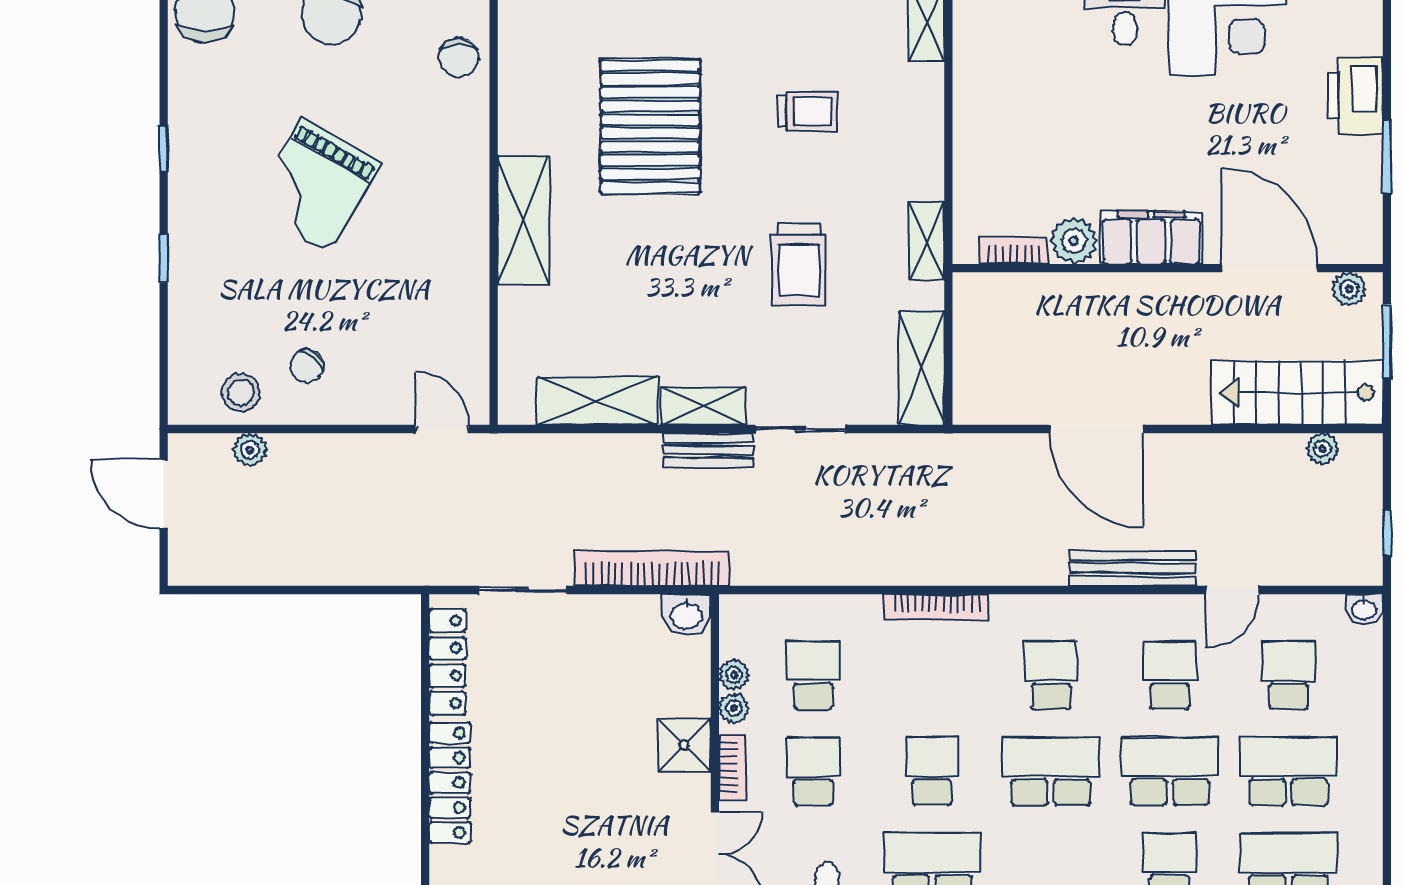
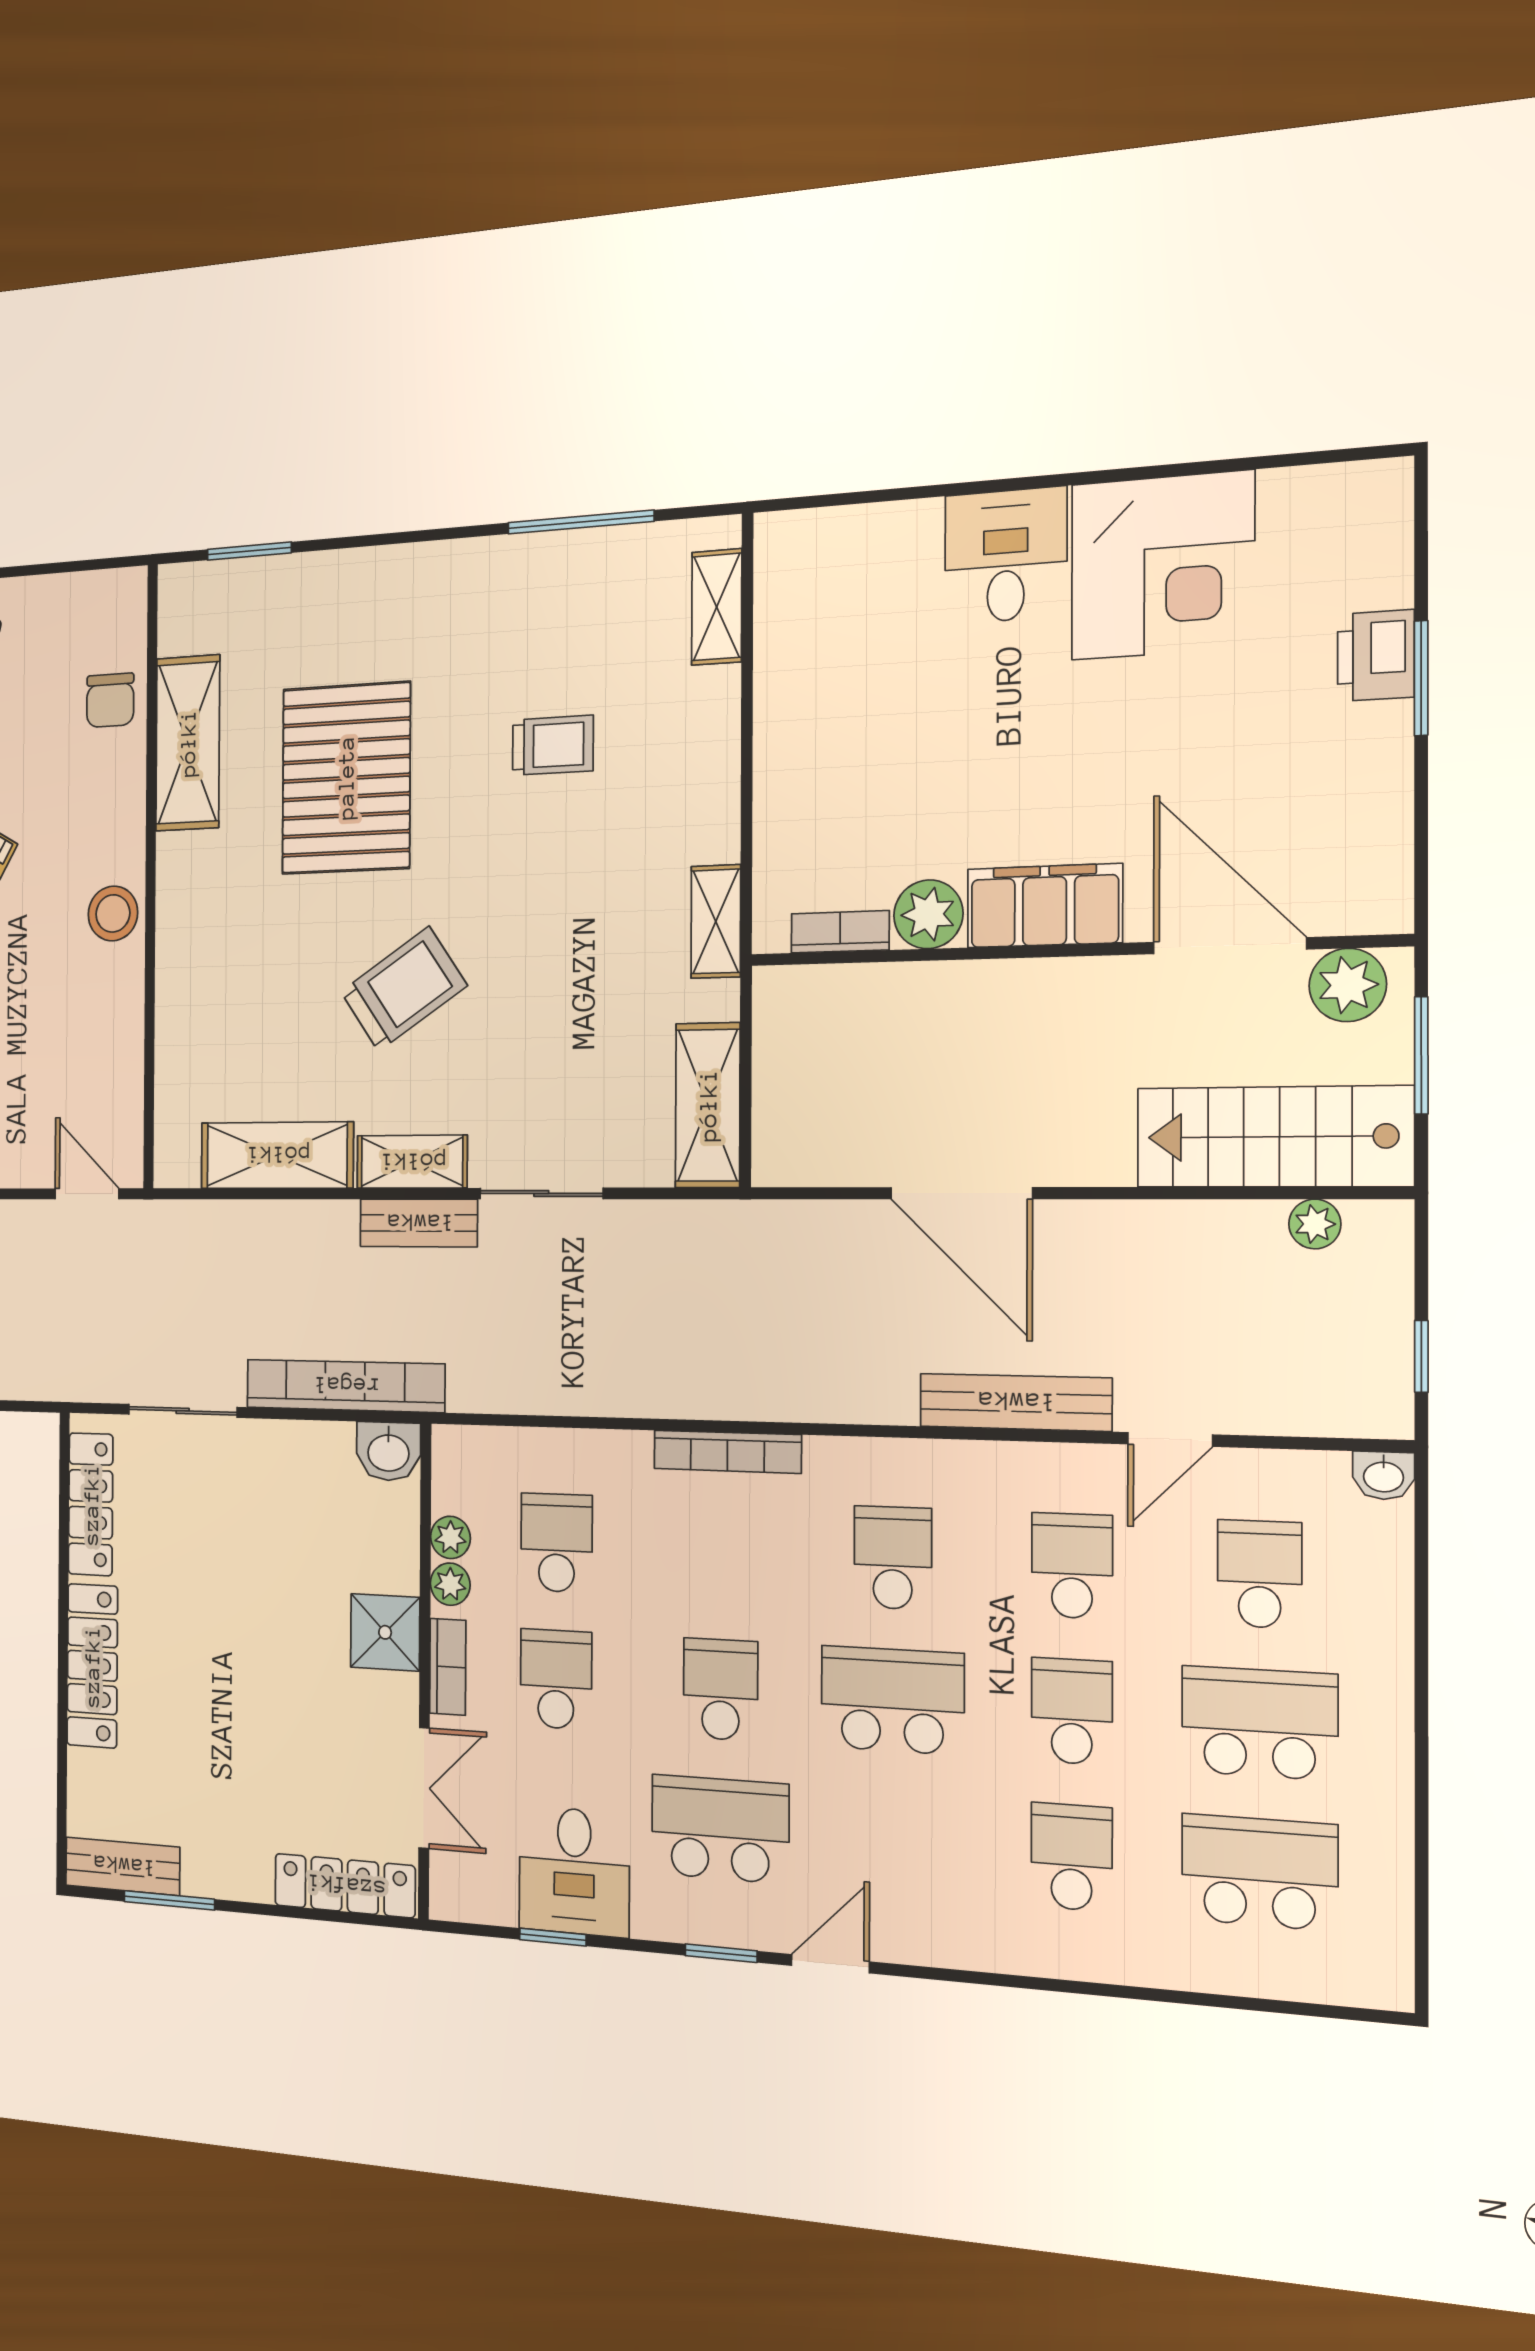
printer: (1355, 95) -> (1376, 656), width x0.73, depth x0.84
window: (1387, 157) -> (1421, 678), moved
stool: (463, 219) -> (113, 913), added
shelving: (523, 220) -> (188, 743), moved
trolley: (799, 265) -> (404, 989), moved, turned -124
plant: (1349, 289) -> (1348, 985), width x1.38, depth x1.38
school desk: (1170, 771) -> (1072, 1711), width x0.54

